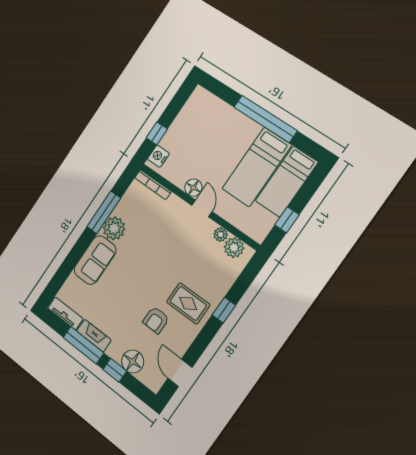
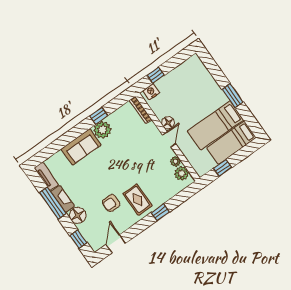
window: (265, 119) -> (233, 96), width x0.47
window: (104, 212) -> (99, 116), width x0.46
floor lamp: (133, 362) -> (78, 215), moved
window: (115, 370) -> (78, 239), moved

